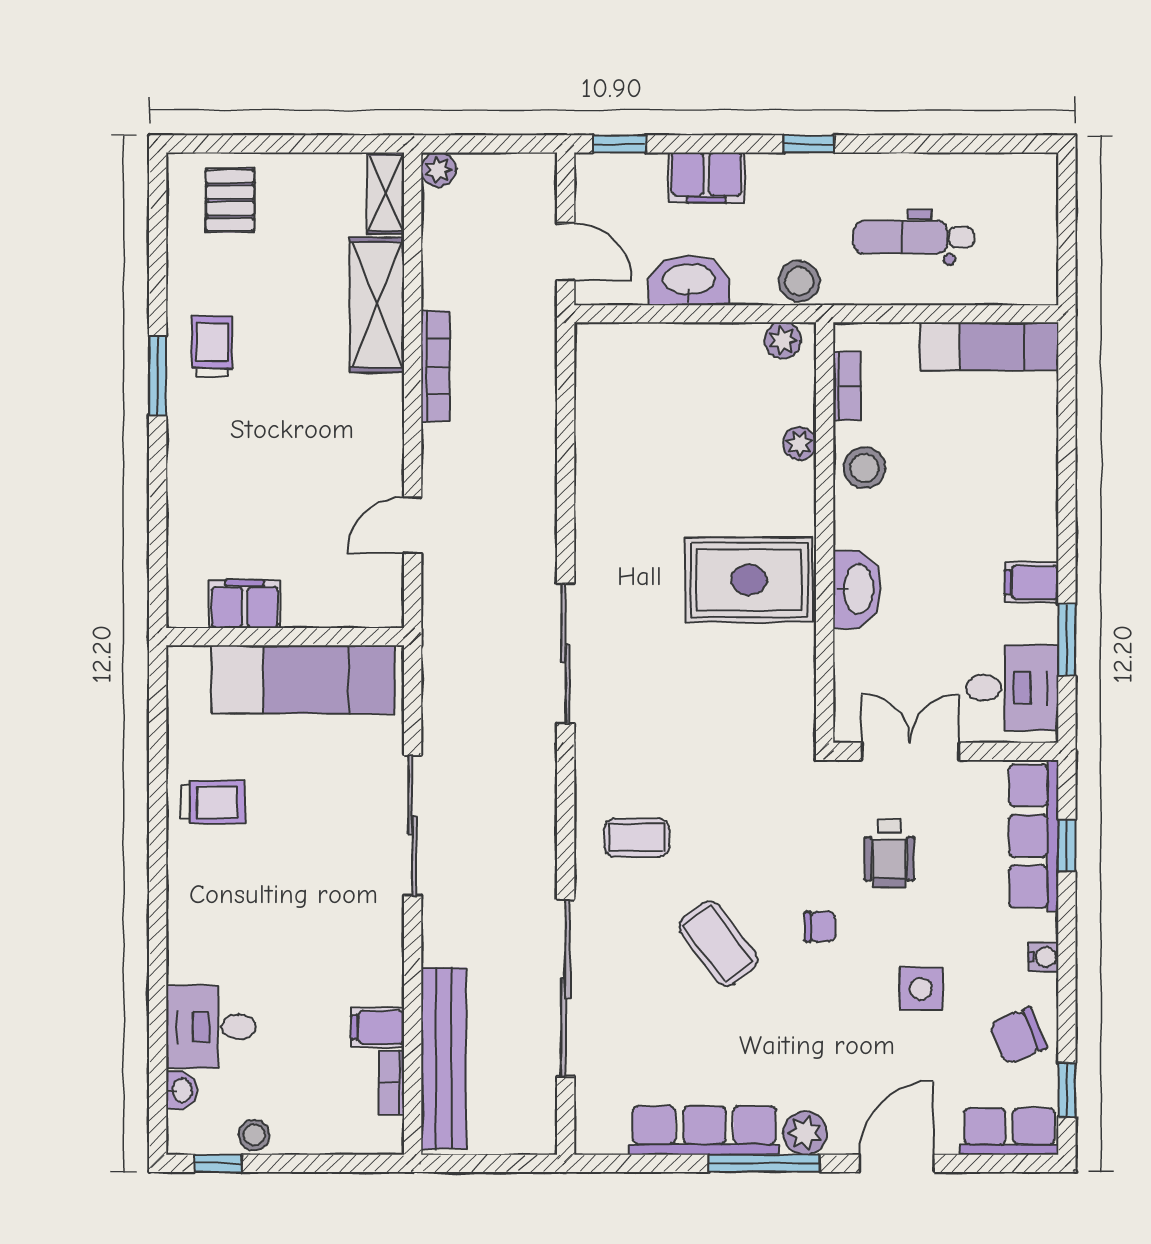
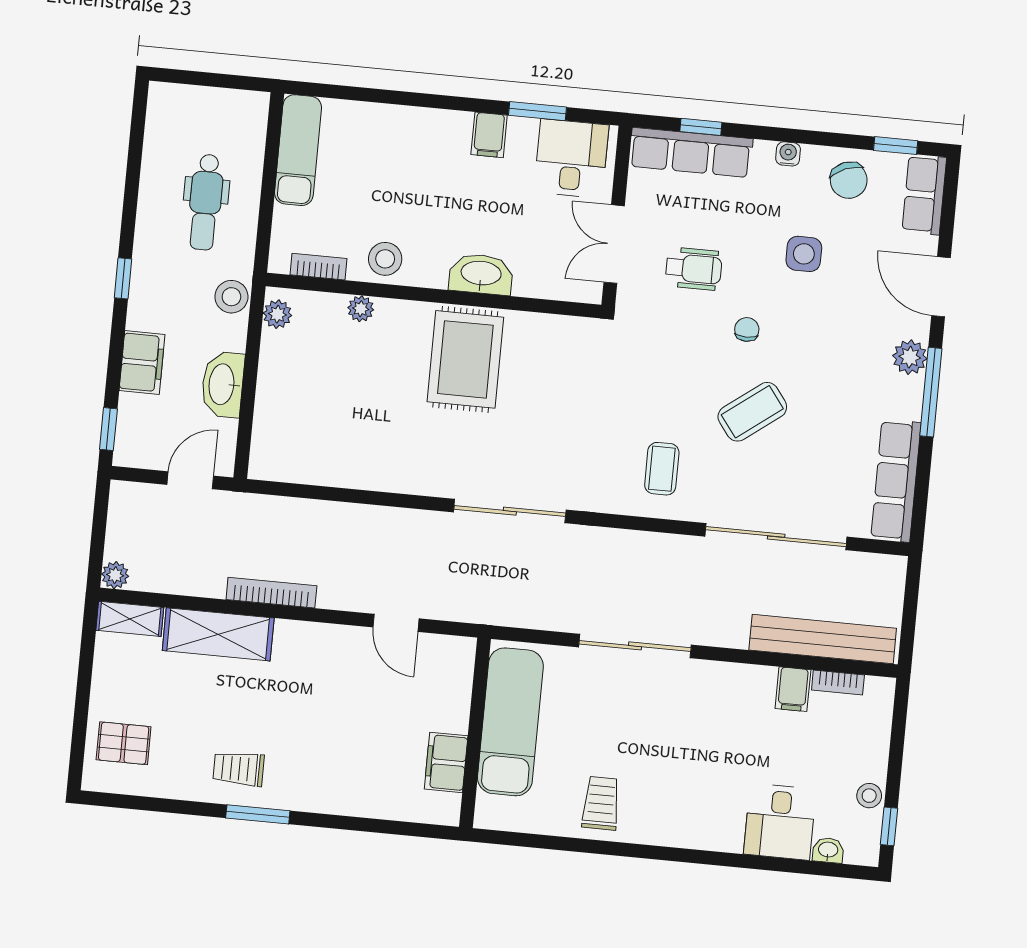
row of seats: (704, 1131) -> (896, 481), moved

